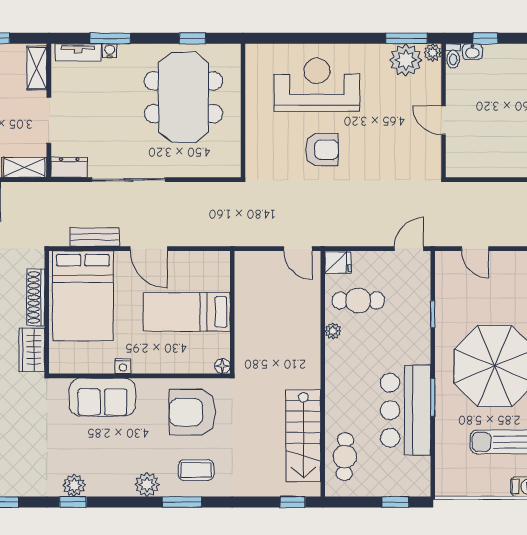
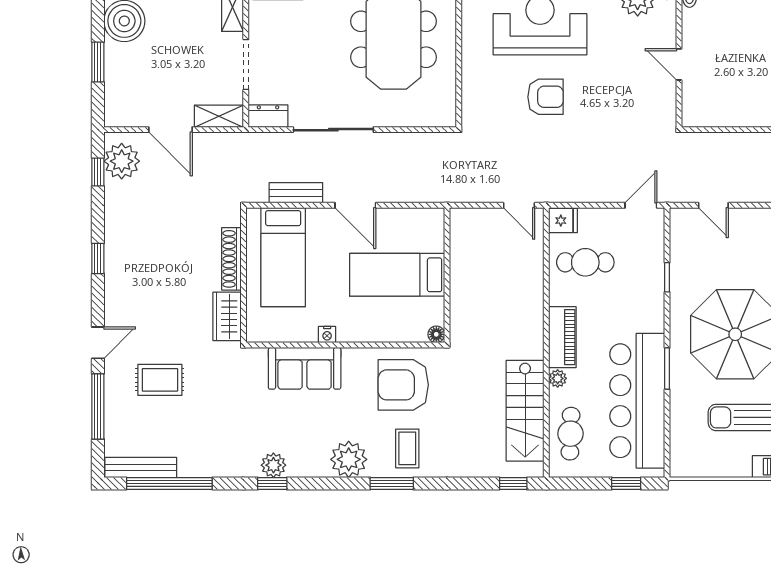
bed: (83, 296) -> (283, 257), width x0.67
plant: (333, 331) -> (558, 378), moved
piano: (337, 369) -> (562, 337), added
bar counter: (406, 410) -> (637, 401), width x1.36
coffee table: (196, 470) -> (407, 448), turned 90
plant: (147, 484) -> (349, 459), width x1.36, depth x1.36

